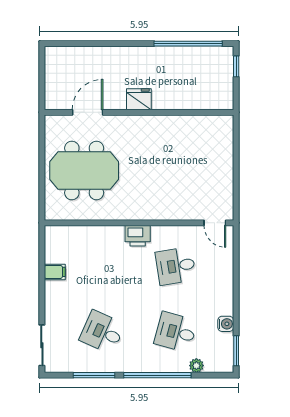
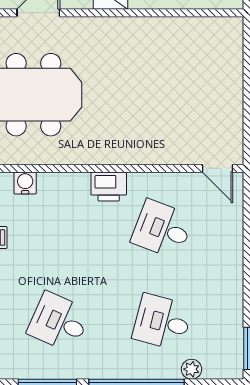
desk: (176, 266) -> (162, 229), turned 30
water cooler: (226, 324) -> (25, 183), moved, turned -90

